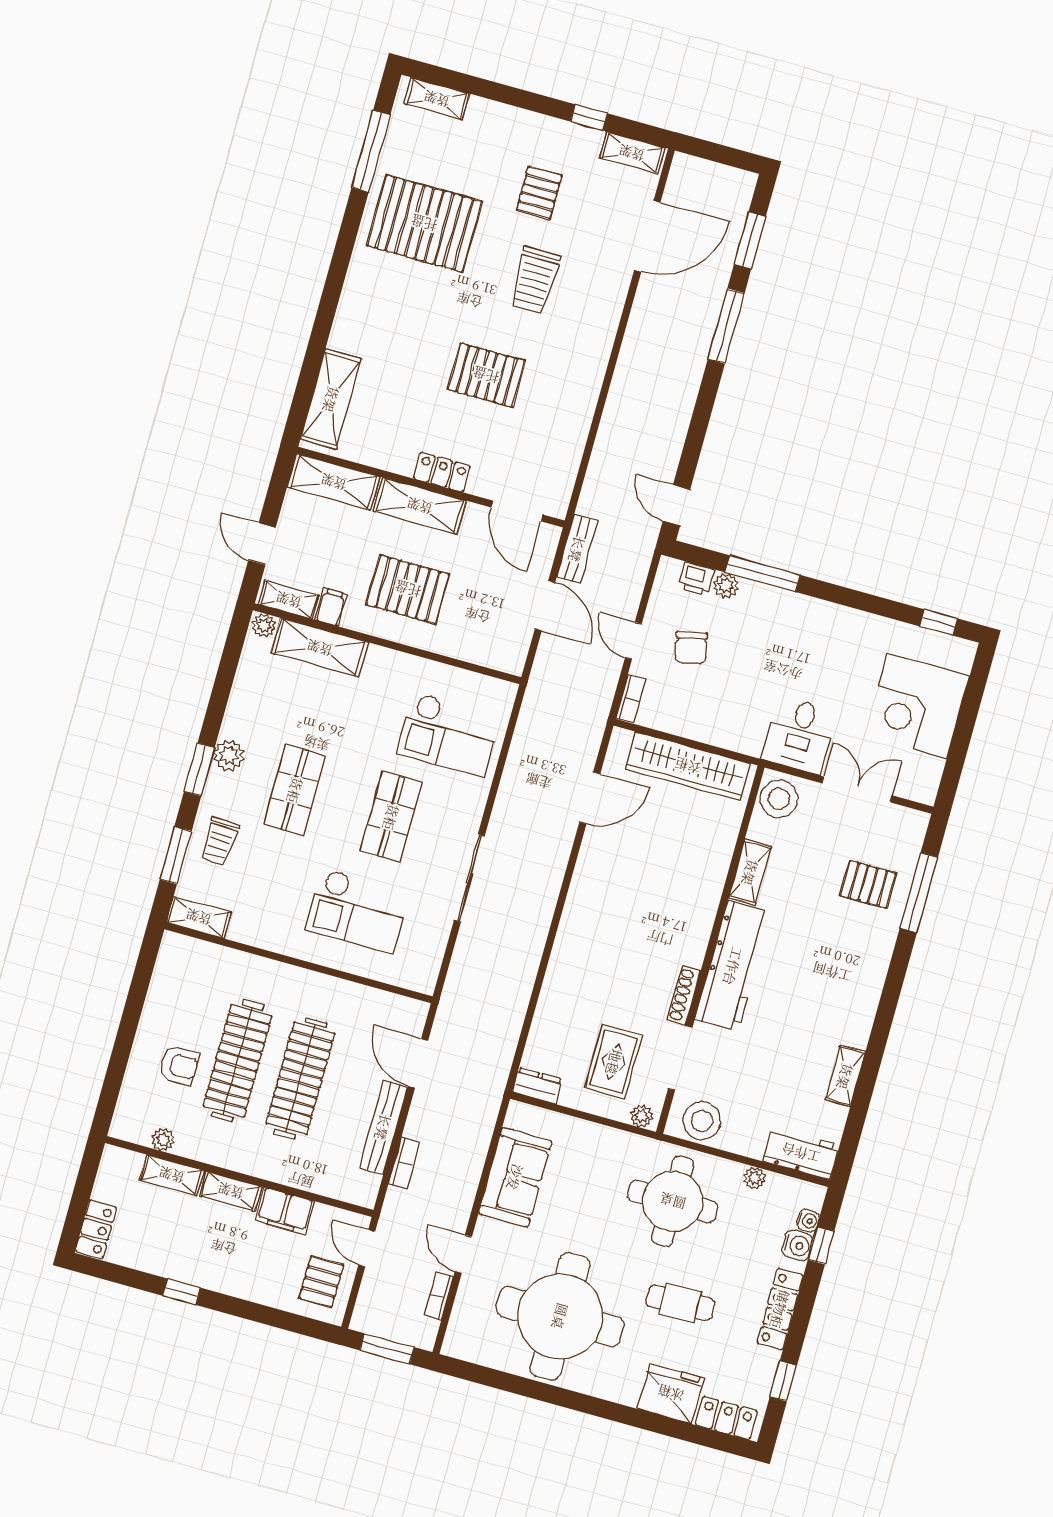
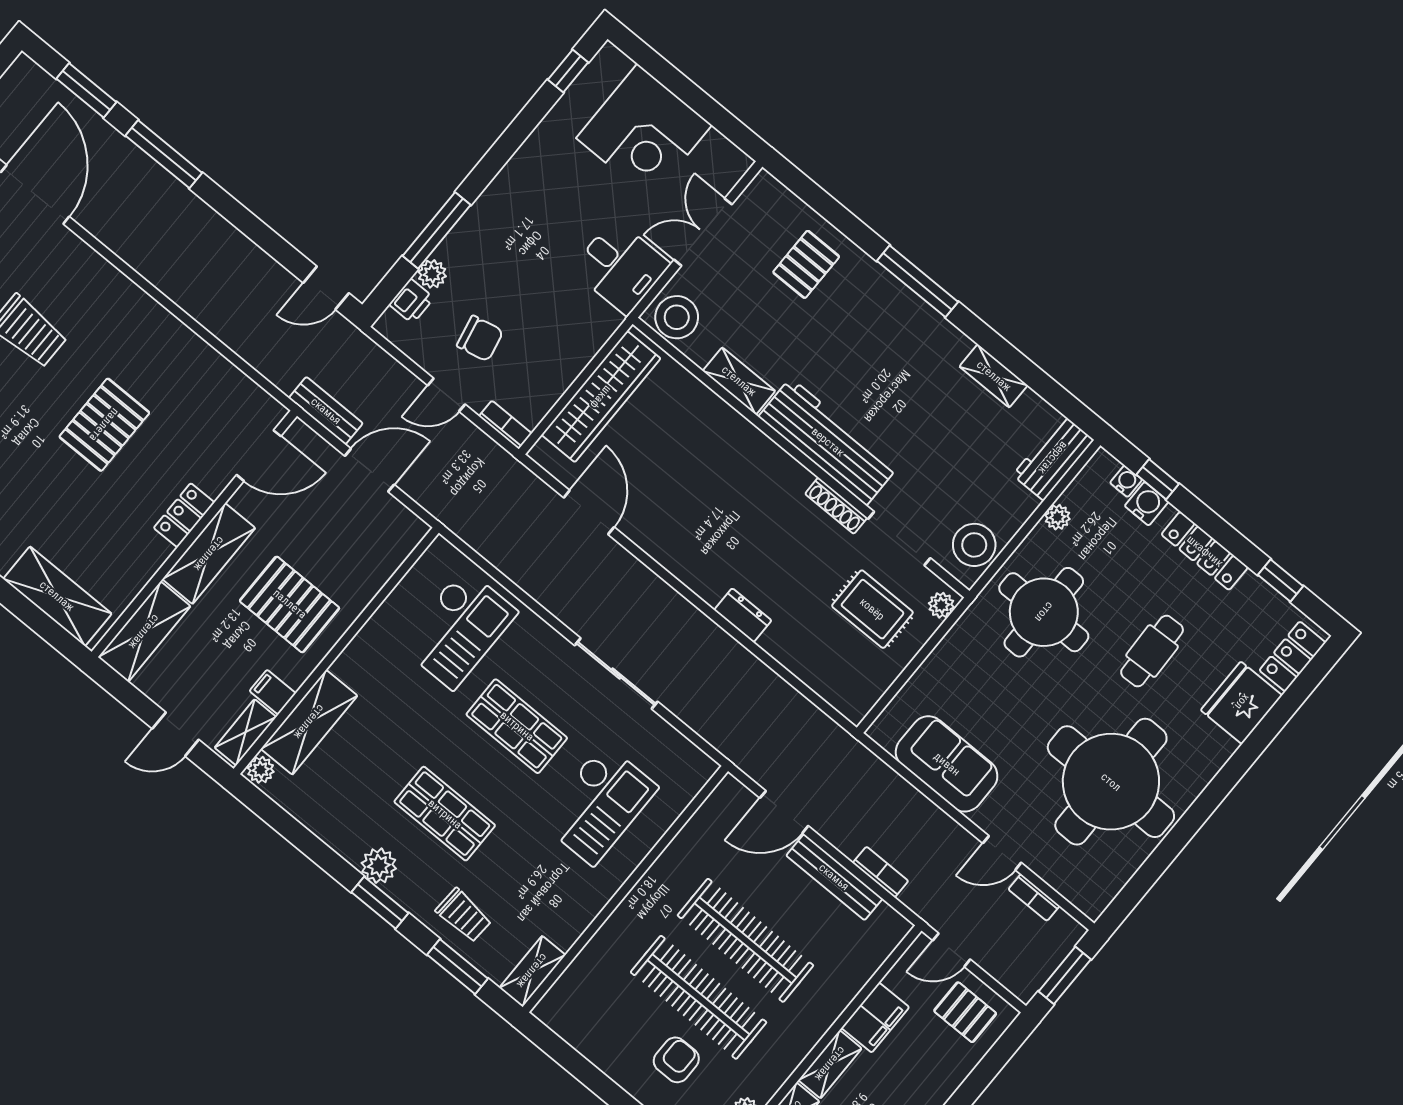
pallet: (408, 589) -> (290, 604), turned 90
window: (919, 893) -> (918, 281), moved
dresser: (537, 1086) -> (743, 615), moved, turned 90

